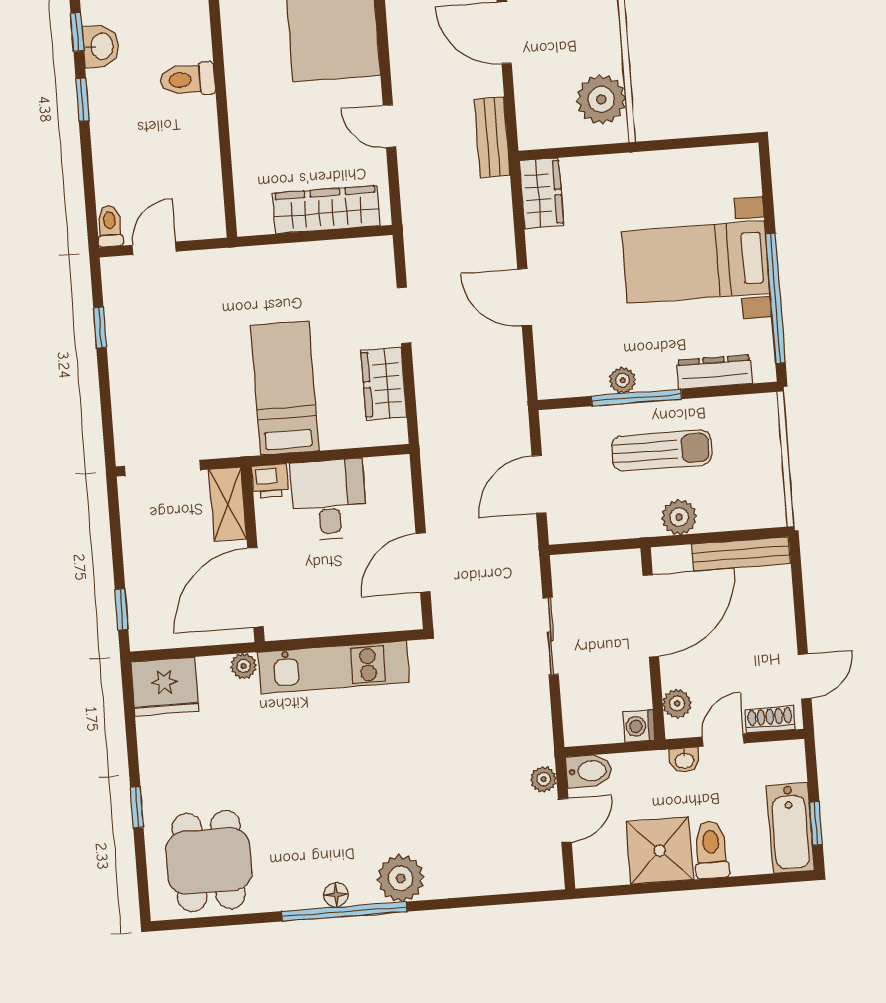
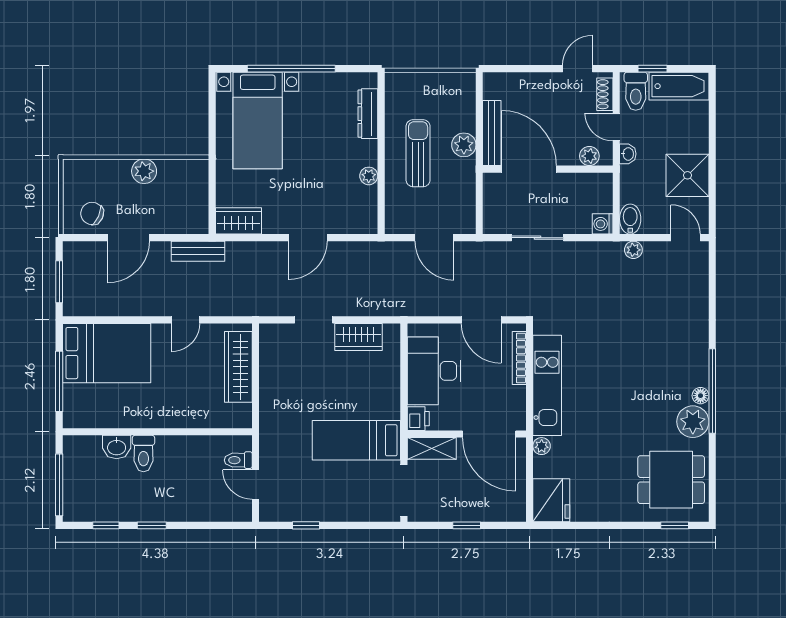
washbasin: (101, 46) -> (117, 447), moved, turned 180
plant: (601, 99) -> (144, 171), moved, width x0.73, depth x0.73
toilet: (110, 226) -> (238, 460), moved
bed with nightstands: (696, 262) -> (258, 120), moved
window: (775, 298) -> (291, 69), moved
bed: (285, 388) -> (356, 440), moved
window: (637, 398) -> (381, 167), removed
desk: (329, 500) -> (434, 371), width x1.37
bench: (741, 554) -> (492, 133), moved
window: (122, 609) -> (467, 525), moved
bookcase: (371, 623) -> (519, 358), added
door: (805, 676) -> (578, 69), hinge flipped
washing machine: (639, 726) -> (603, 224), moved, turned 90
window: (137, 807) -> (675, 525), moved
door: (565, 821) -> (686, 238), moved
window: (816, 823) -> (653, 69), moved
toilet: (711, 850) -> (636, 91), moved, turned -90
plant: (401, 878) -> (693, 422), moved

